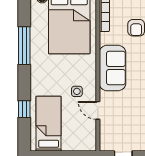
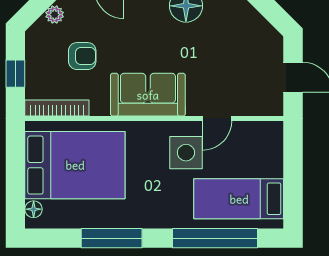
side table: (77, 91) -> (186, 153), width x1.87, depth x1.87
window: (24, 109) -> (215, 238), width x3.17

